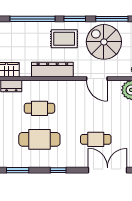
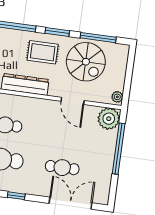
spiral stairs: (104, 42) -> (86, 62), turned 180

